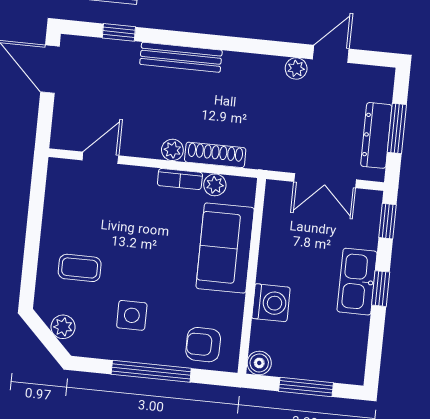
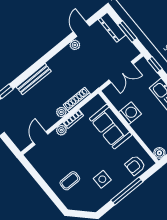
dresser: (376, 135) -> (112, 27), moved
plant: (215, 185) -> (61, 130), moved
washing machine: (271, 303) -> (130, 113), moved
plant: (63, 327) -> (84, 205), removed

